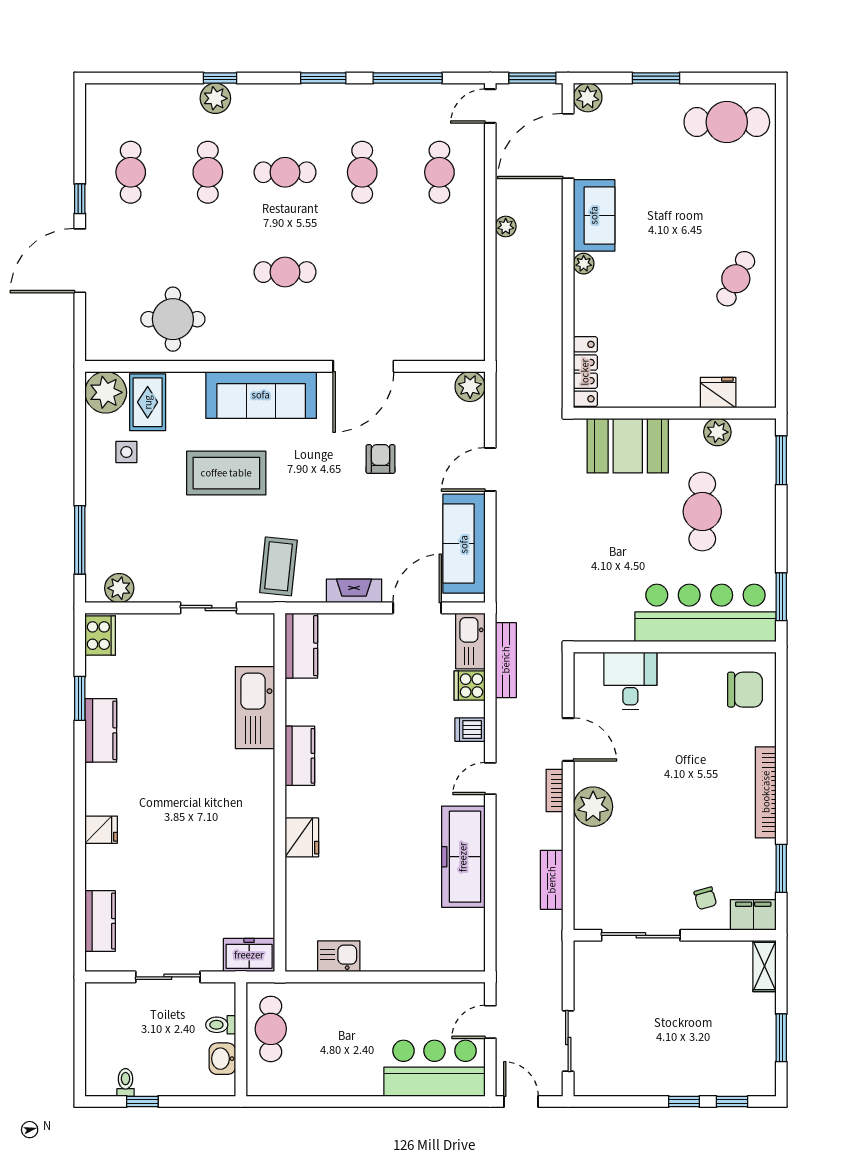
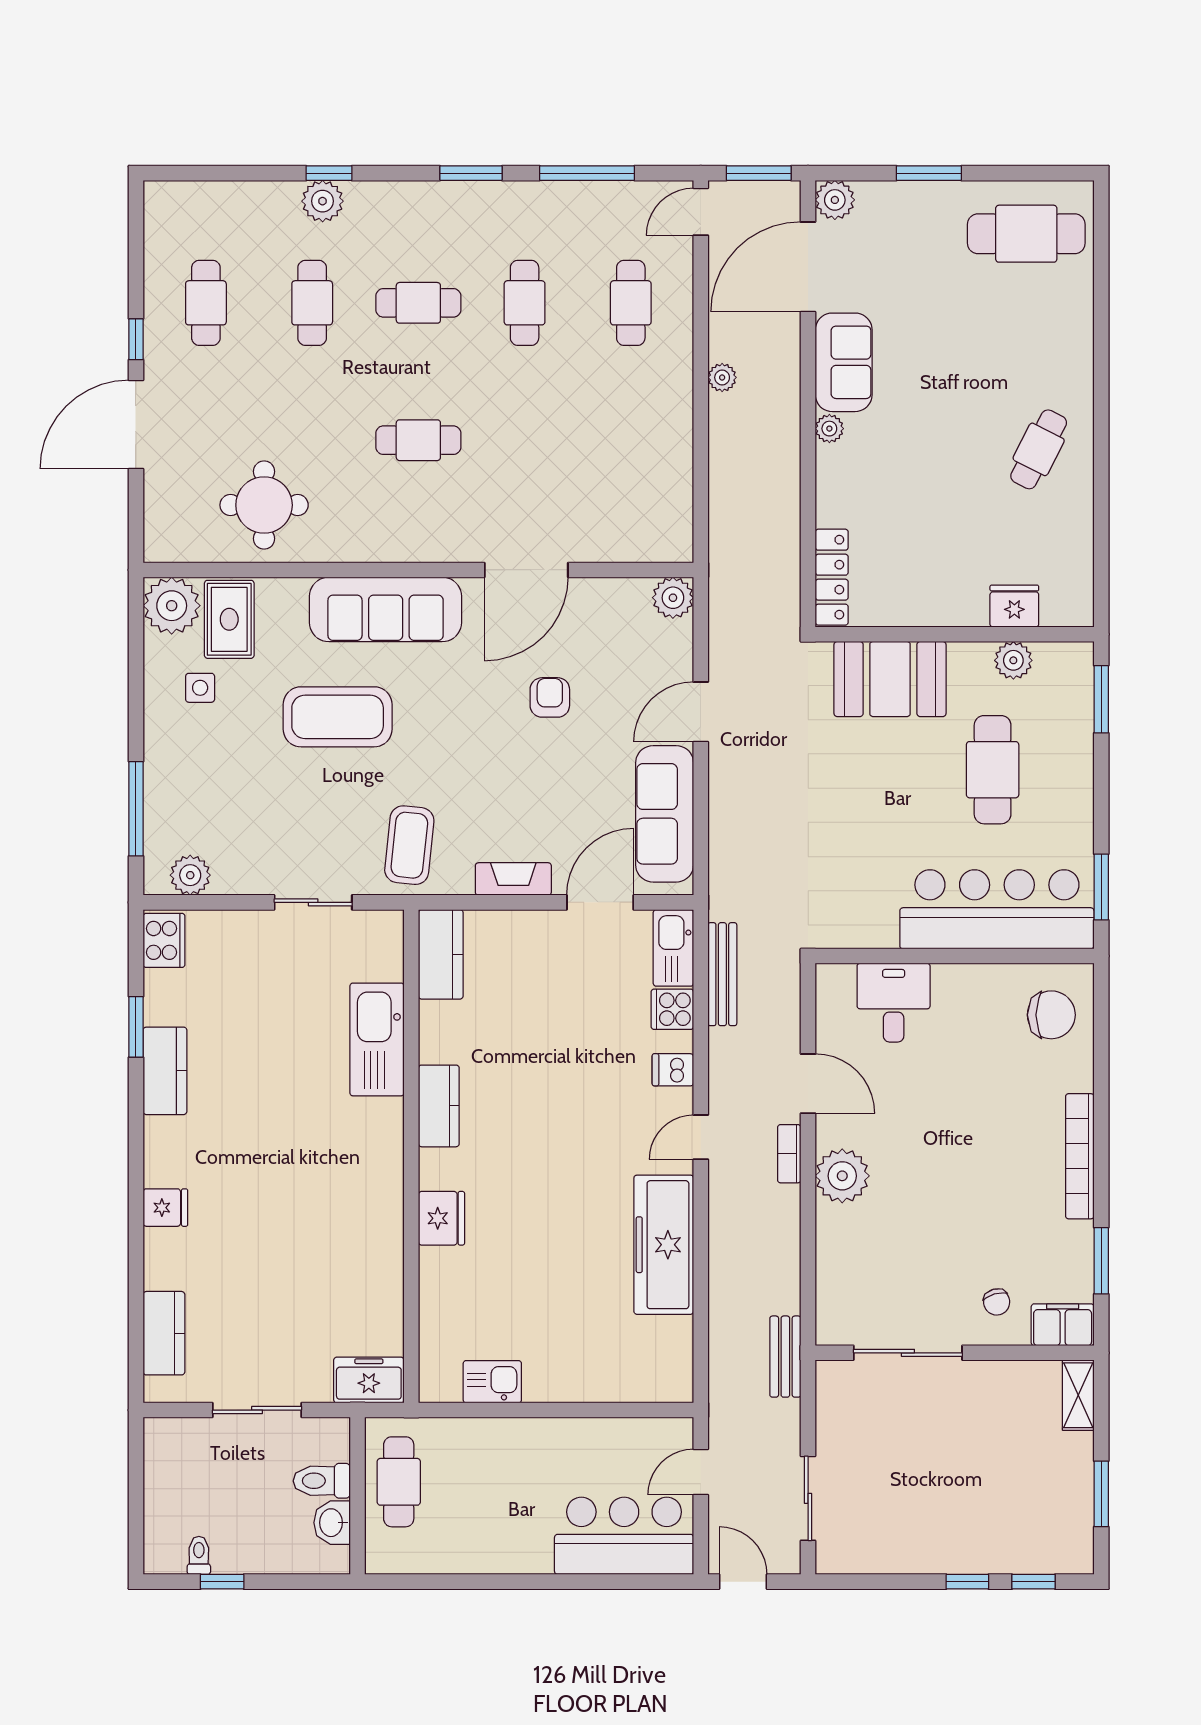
bench: (552, 880) -> (785, 1357), moved
toilet: (221, 1025) -> (322, 1481), width x1.37, depth x1.39

